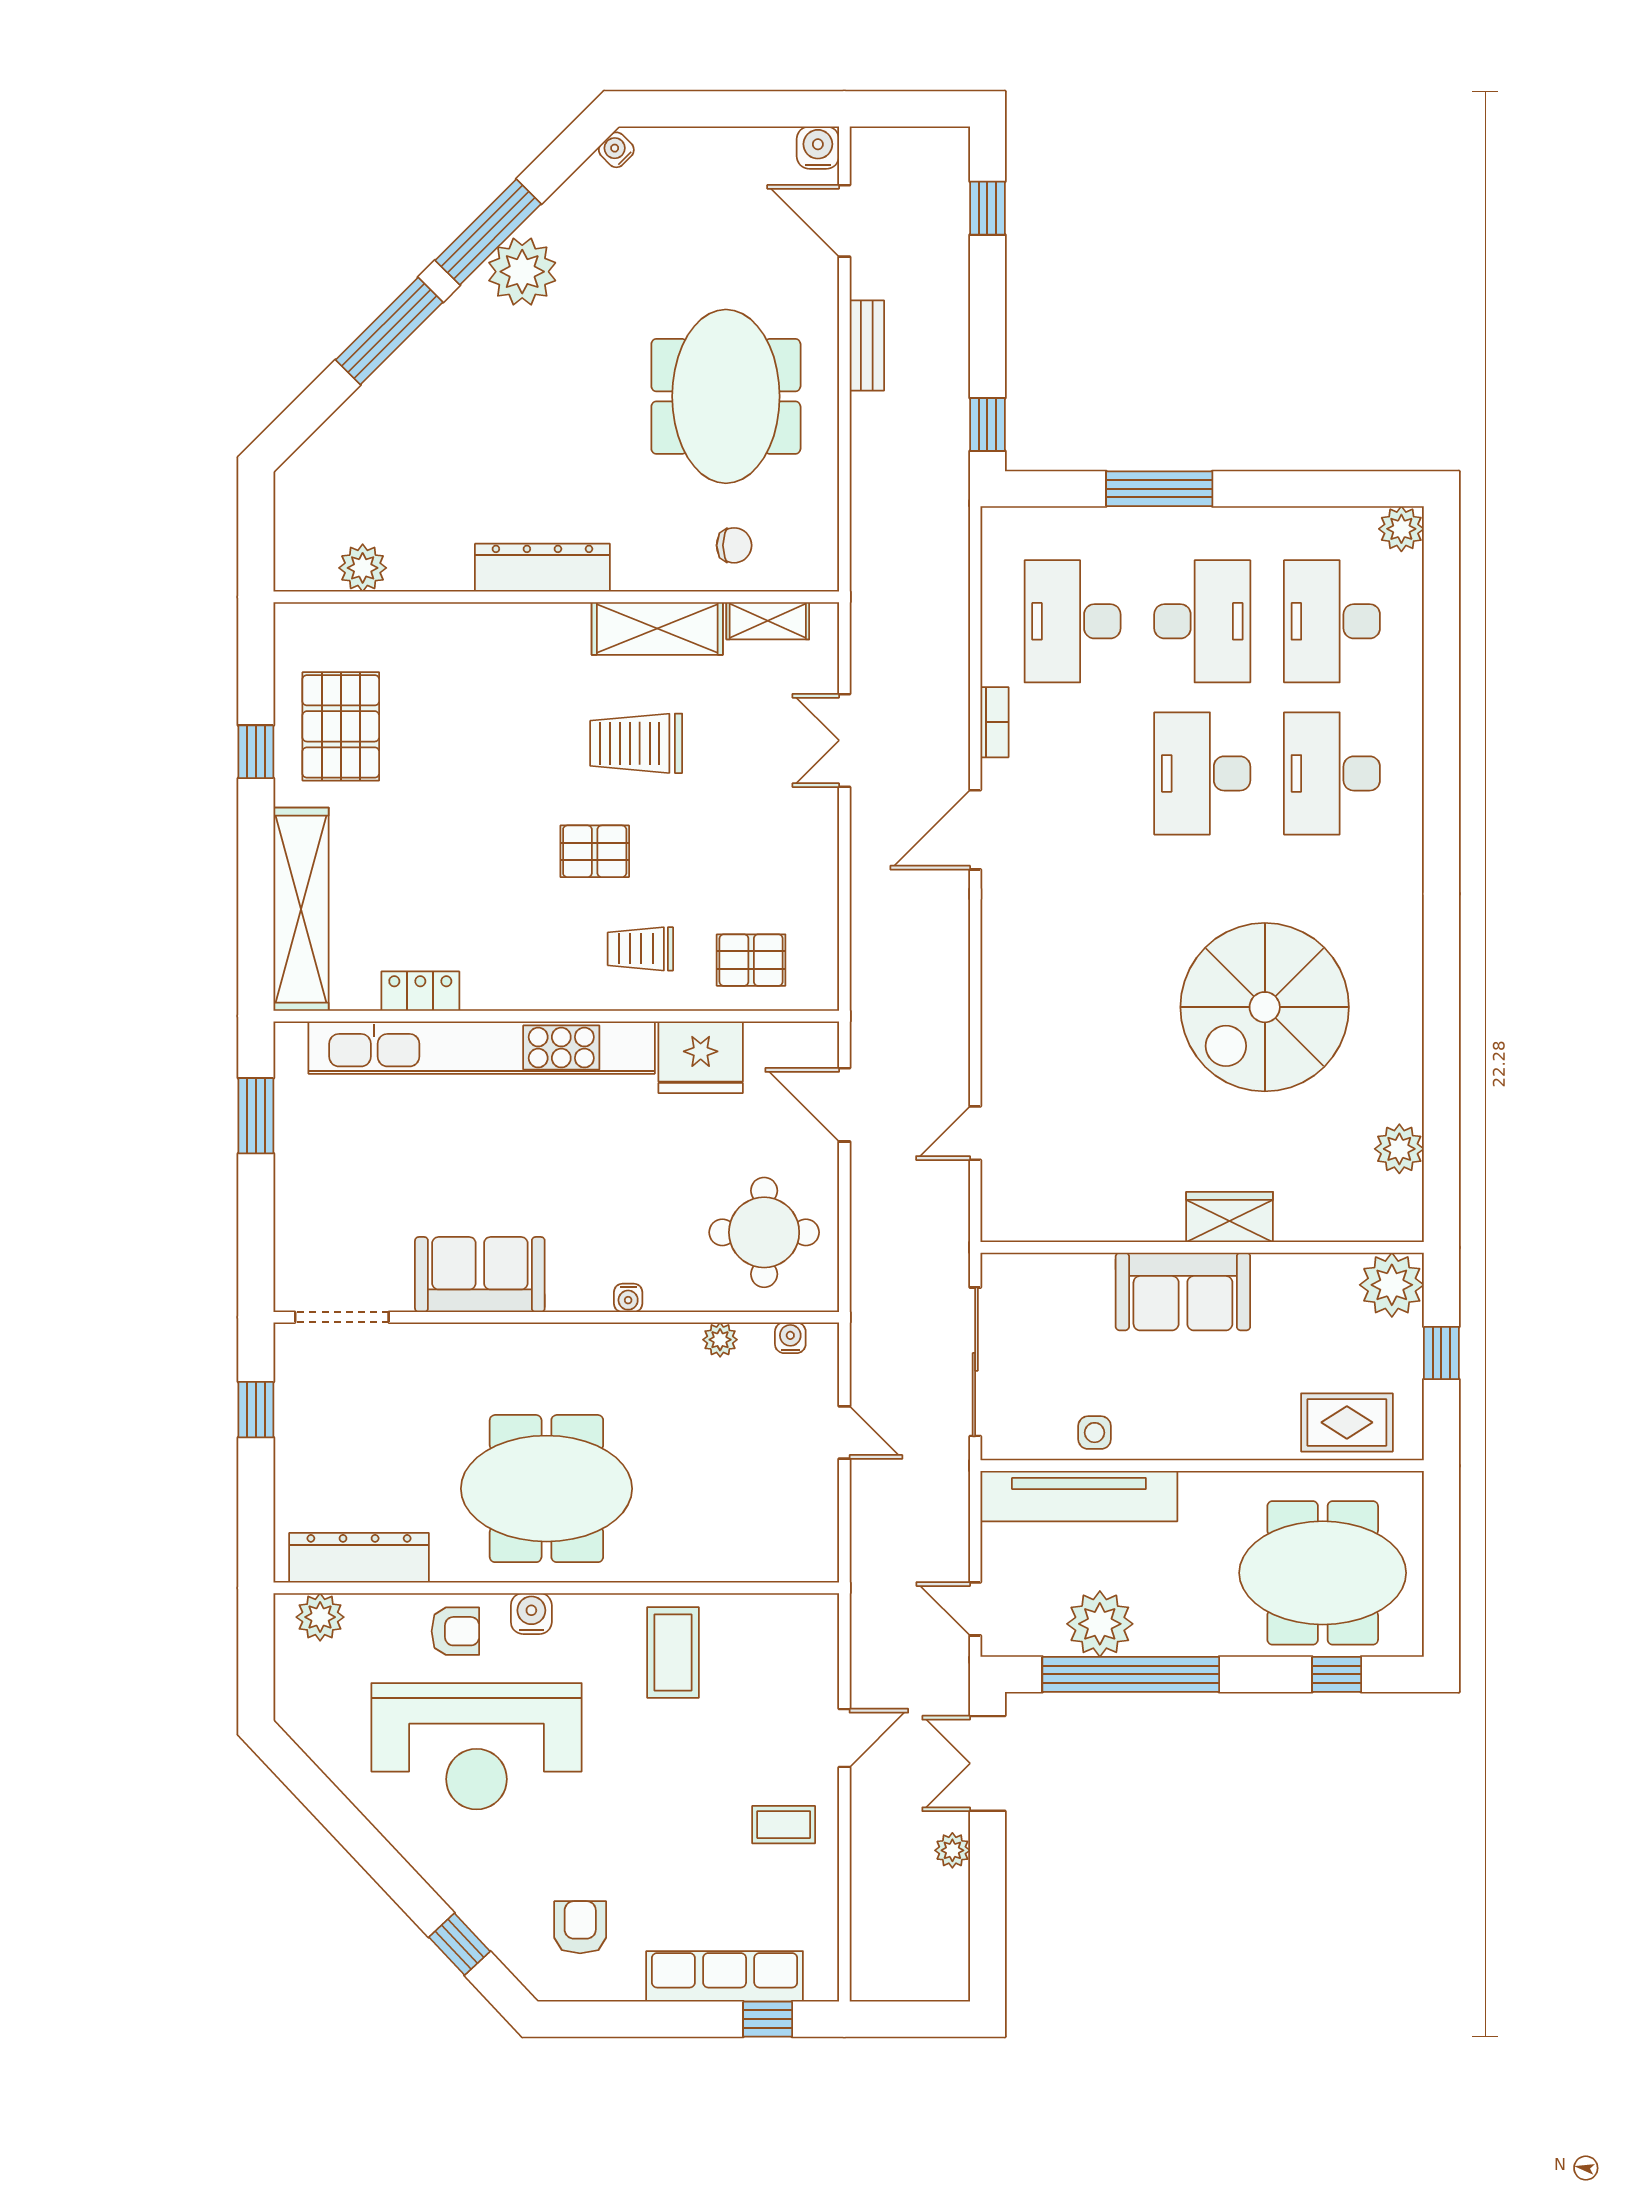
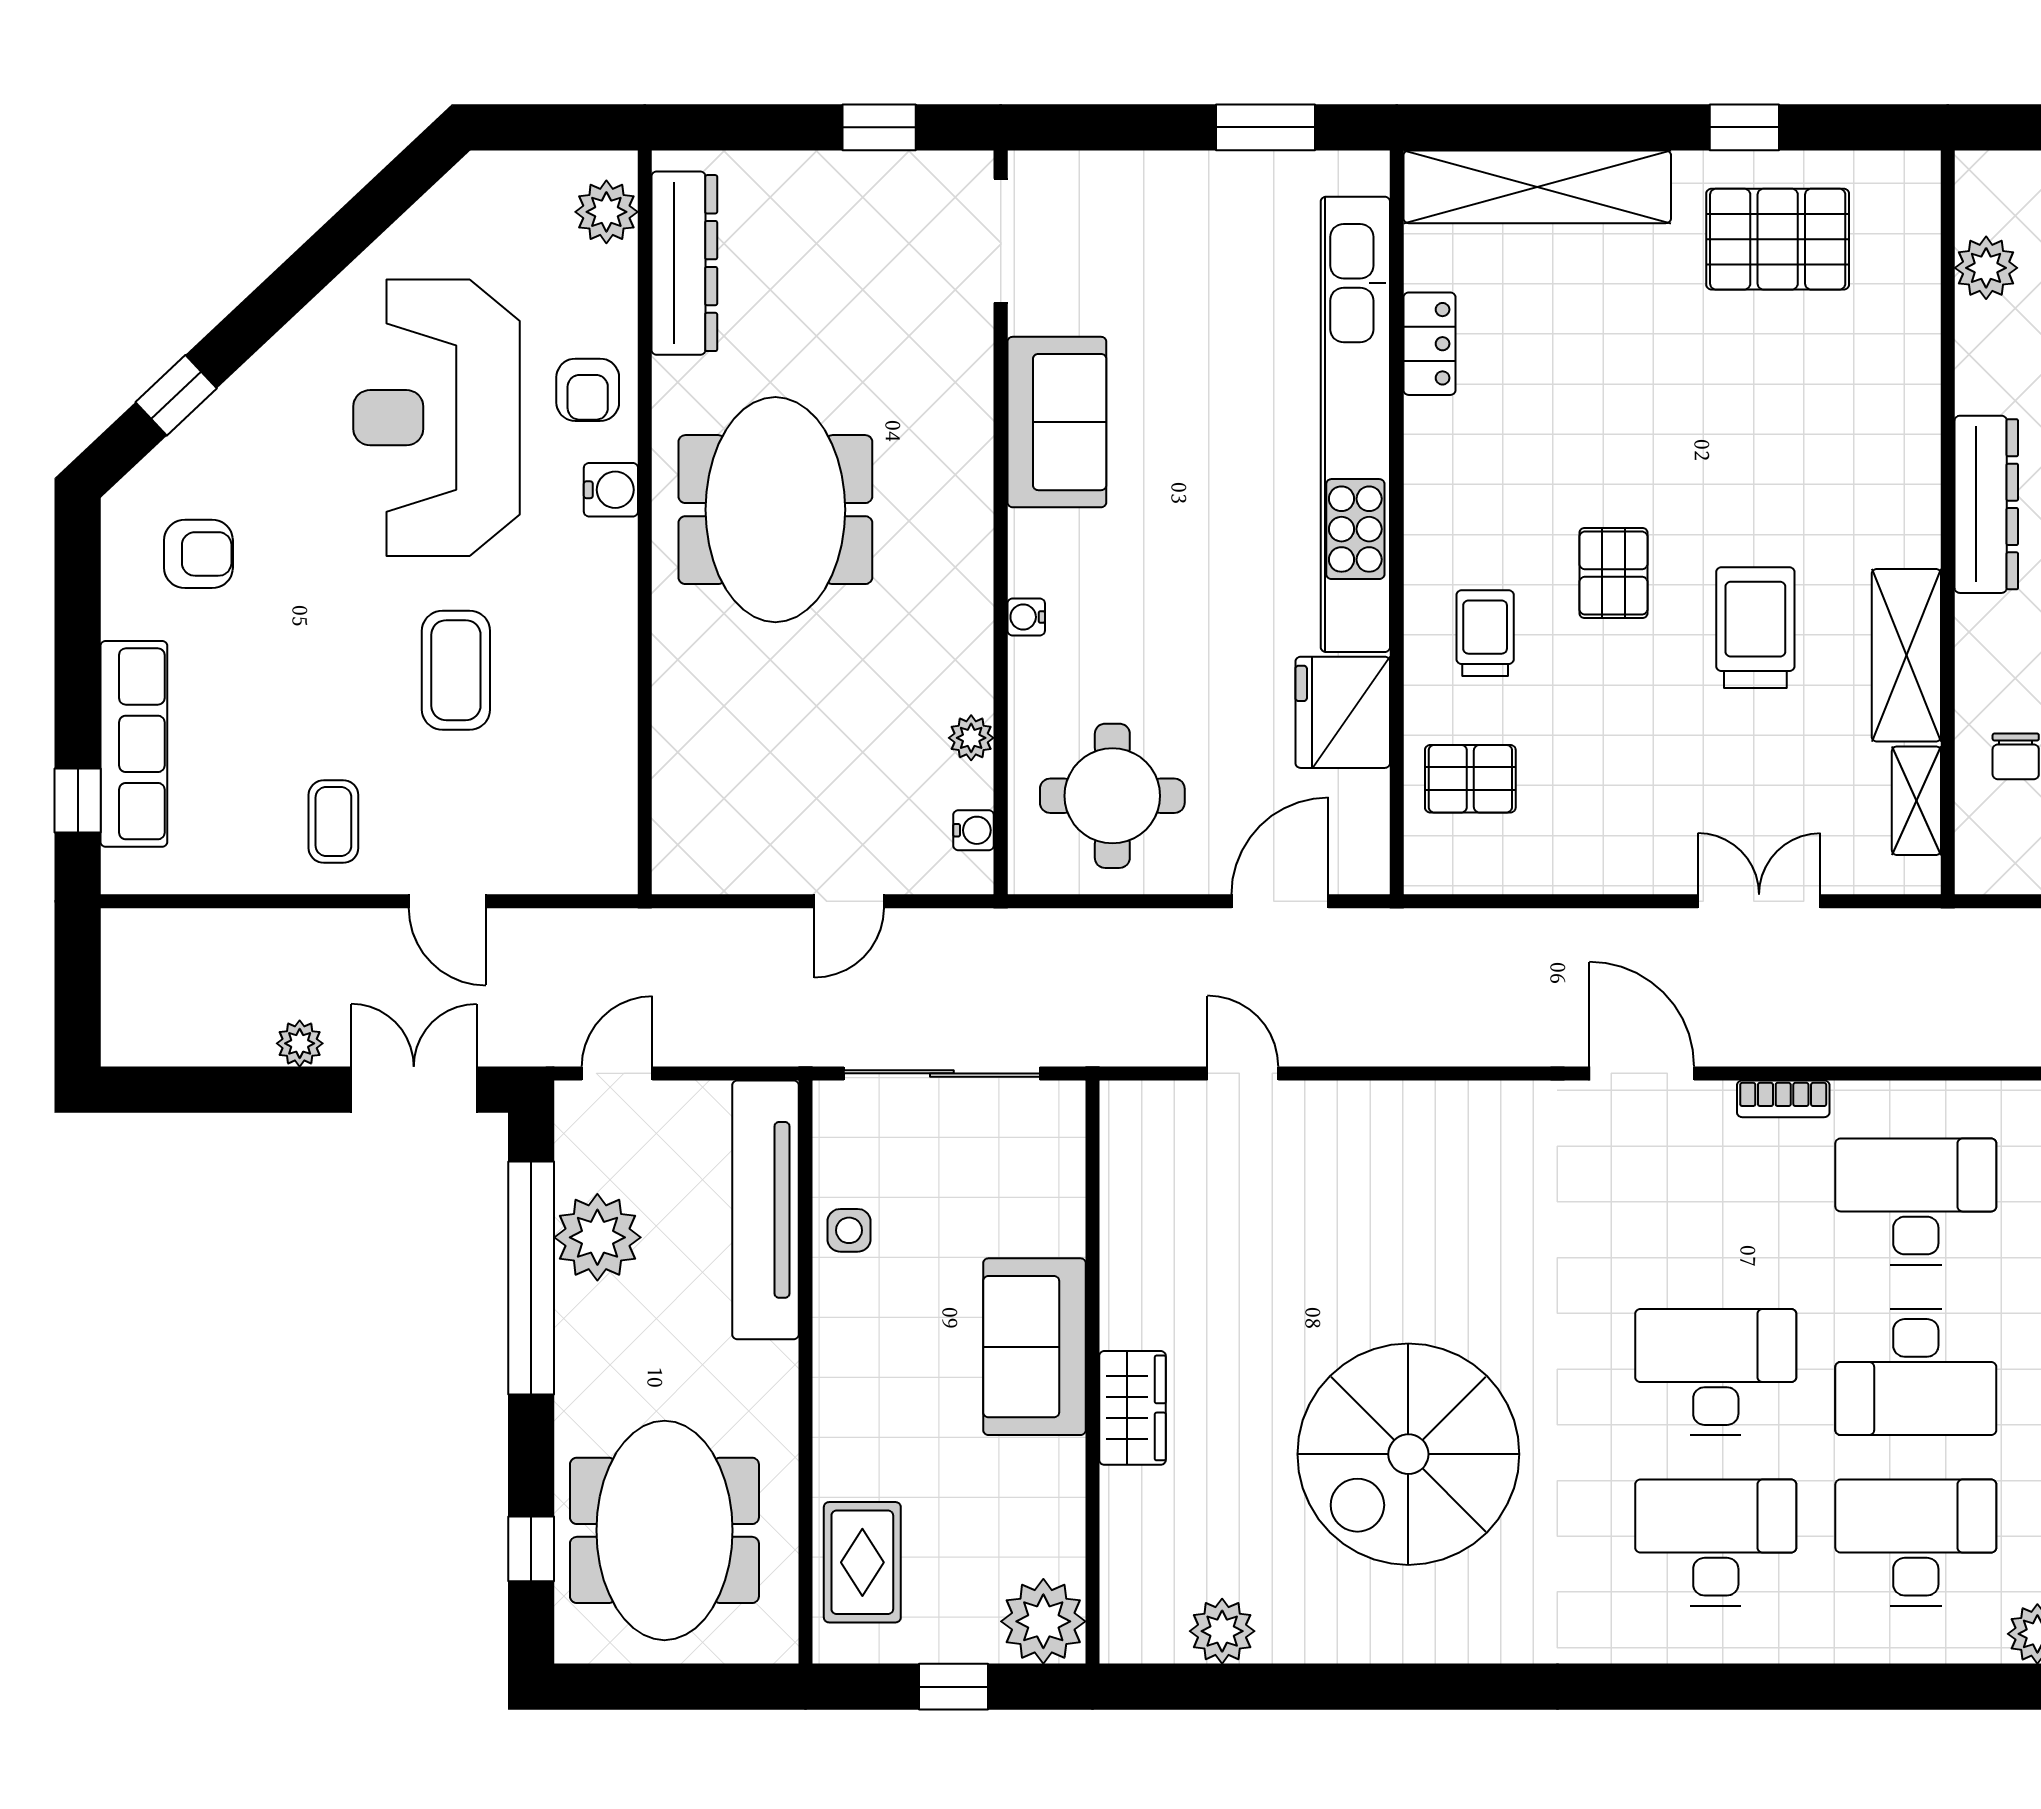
pallet: (751, 960) -> (1470, 779), turned 90
spiral stairs: (1265, 1007) -> (1408, 1454), turned -90
coffee table: (673, 1653) -> (456, 670), moved, turned 90

